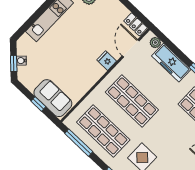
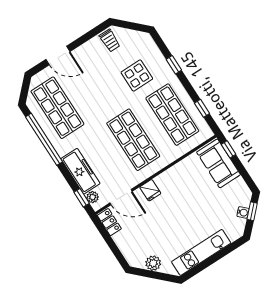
window: (165, 40) -> (82, 198), added
door: (131, 48) -> (121, 197), hinge flipped
window: (38, 104) -> (229, 149), moved
window: (79, 143) -> (202, 108), width x0.46

